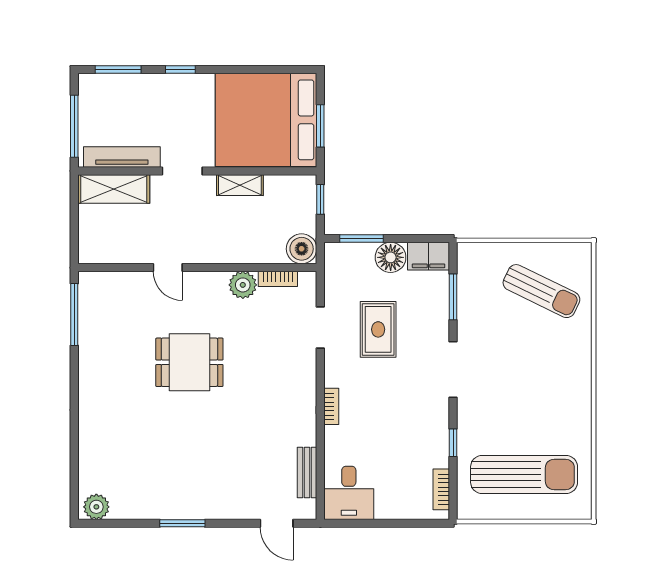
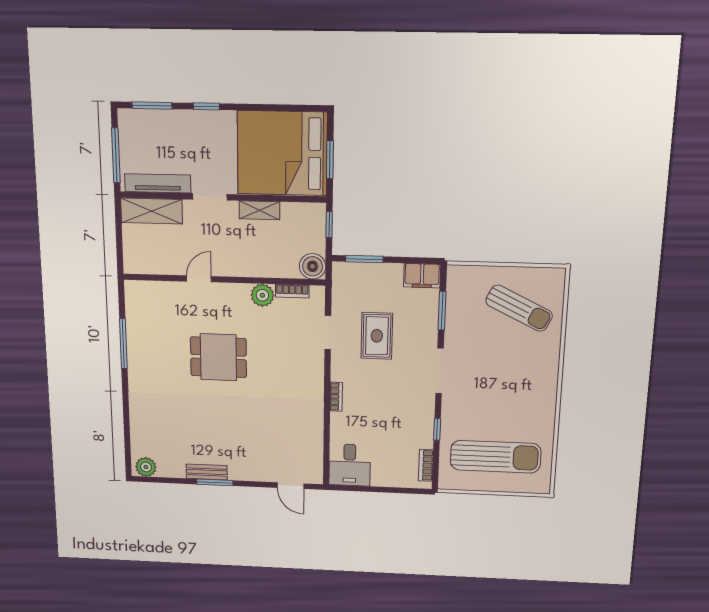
floor lamp: (391, 257) -> (389, 276), removed
door: (168, 268) -> (199, 279), swing flipped
window: (74, 314) -> (123, 344), moved
bench: (307, 472) -> (207, 472), moved, turned 90

